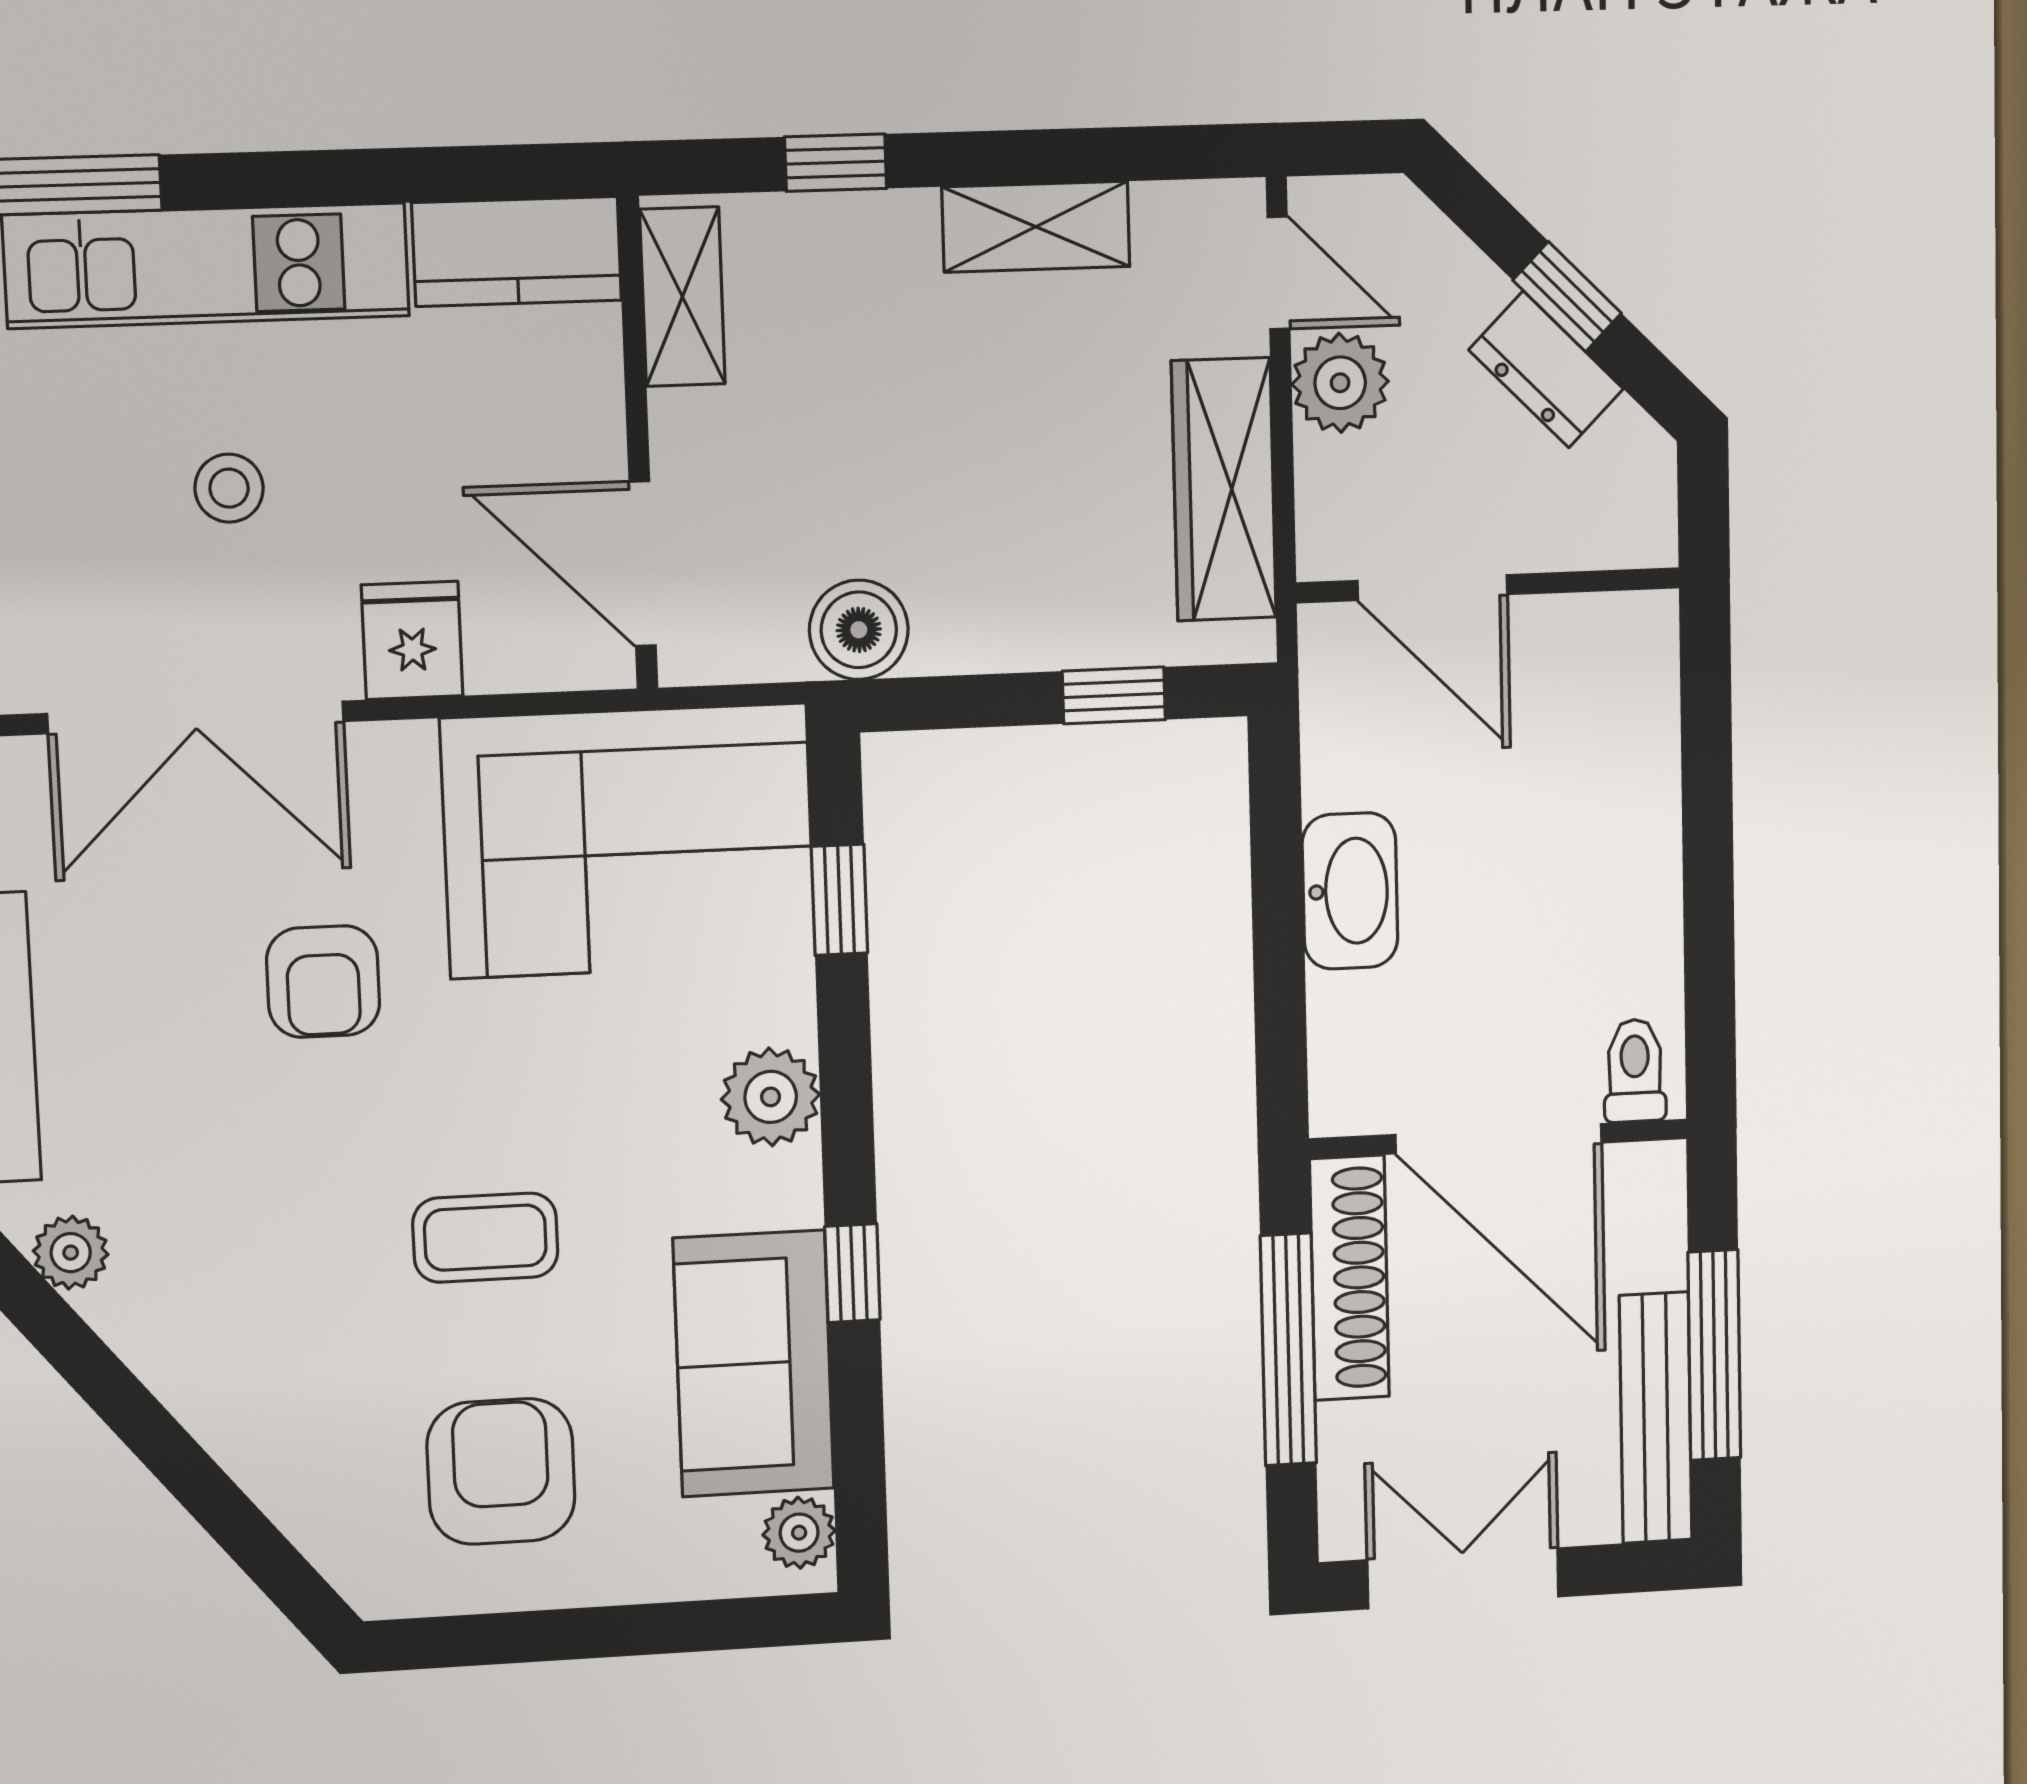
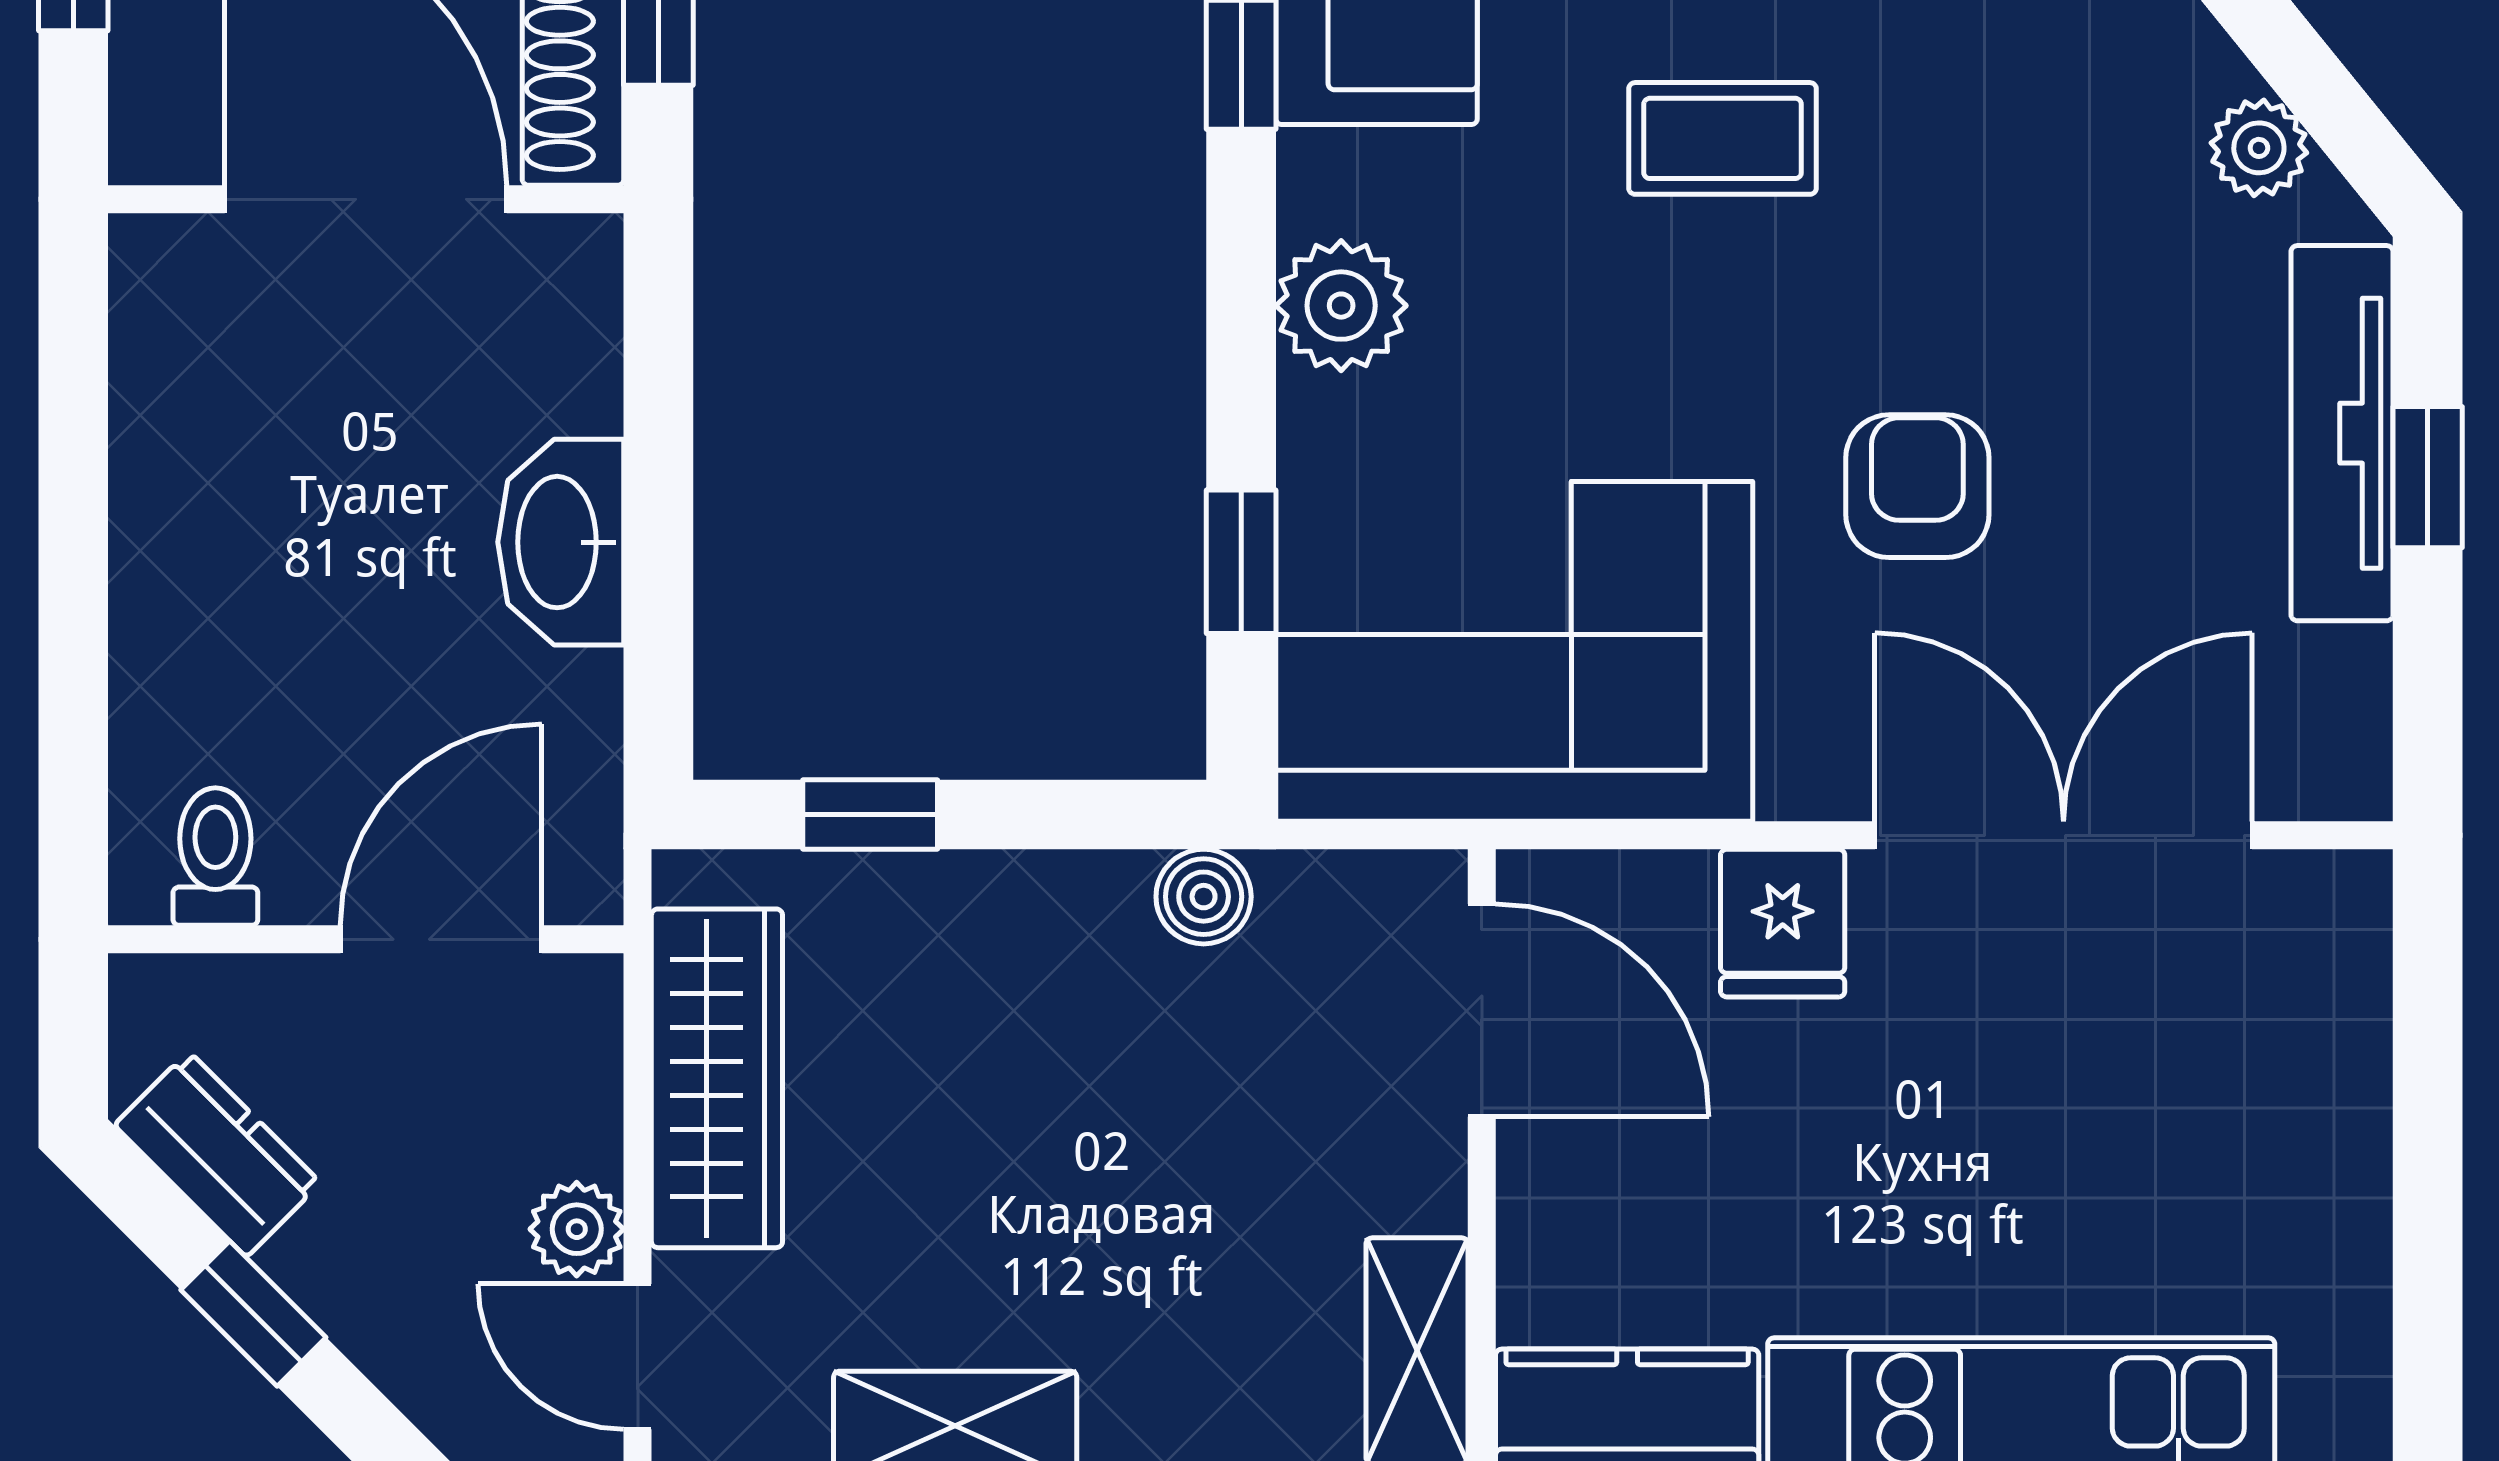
dresser: (1546, 369) -> (217, 1154), moved
plant: (1340, 383) -> (577, 1229), width x0.73, depth x0.73
stool: (229, 488) -> (2007, 1127), removed
door: (1433, 587) -> (441, 939), hinge flipped
boiler: (859, 630) -> (1204, 897), width x0.73, depth x0.73
toilet: (1635, 1071) -> (215, 857), moved, turned 180

